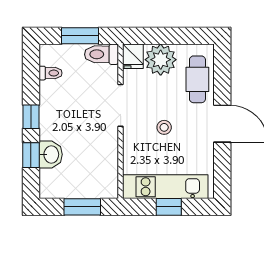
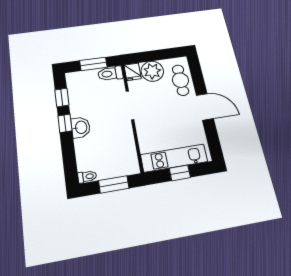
toilet: (51, 73) -> (87, 177), moved
stool: (164, 127) -> (164, 116), removed
washbasin: (51, 154) -> (81, 127), moved
window: (31, 155) -> (62, 98), moved

